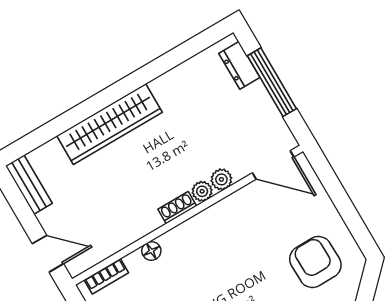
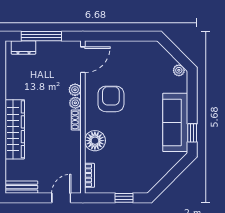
floor lamp: (151, 251) -> (95, 141), width x1.89, depth x1.89
armchair: (315, 262) -> (111, 99), moved, turned 91

